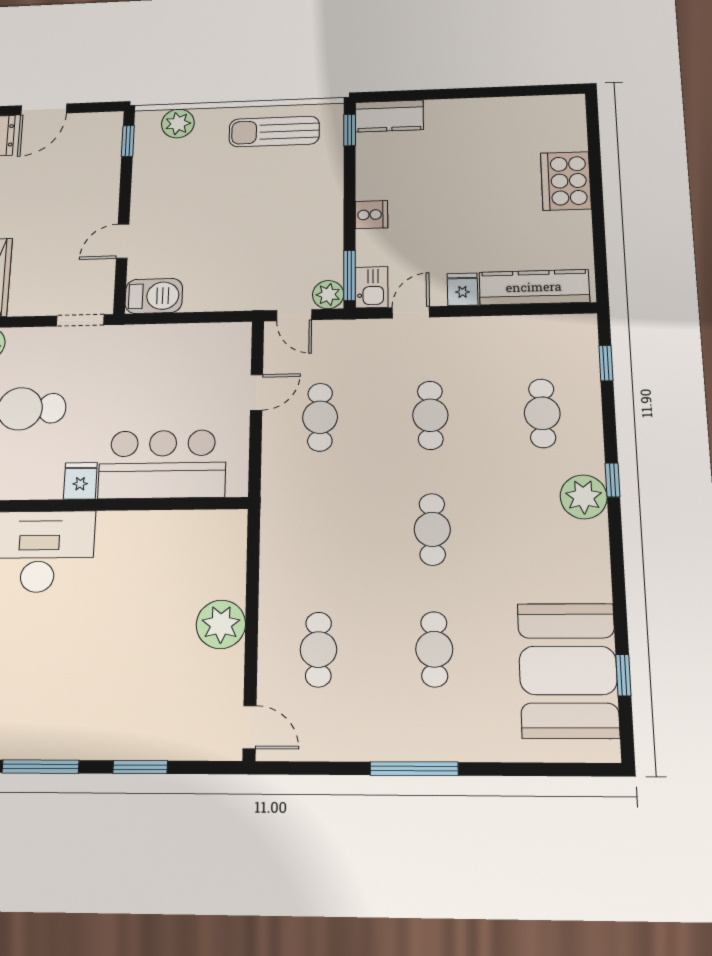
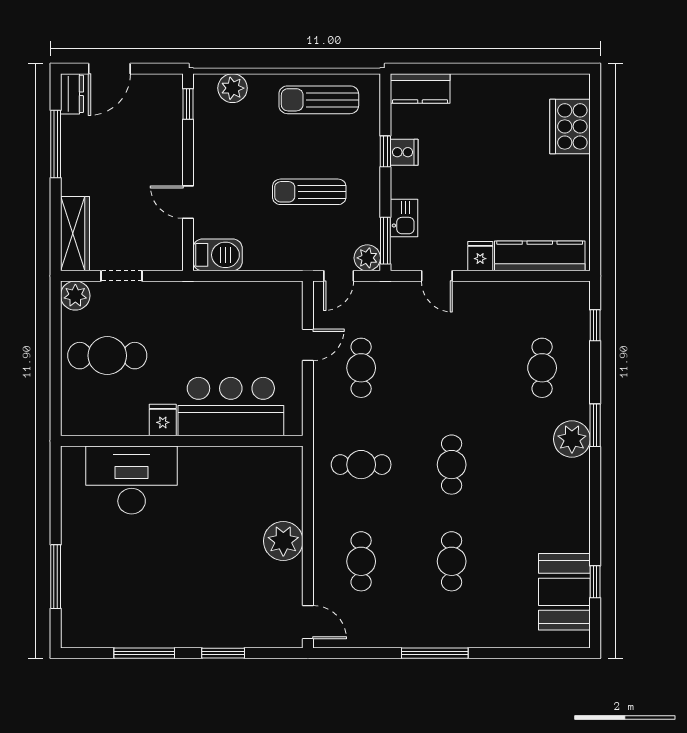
window: (350, 130) -> (385, 151), moved
cooker: (566, 181) -> (570, 126), moved
cooker: (371, 215) -> (404, 152), moved
sun lounger: (261, 226) -> (309, 192), added
door: (123, 241) -> (188, 202), hinge flipped
kitchen sink: (372, 287) -> (404, 218), moved
door: (411, 312) -> (437, 276), swing flipped
door: (294, 315) -> (339, 276), hinge flipped
doorway: (80, 320) -> (122, 276), moved
cafe table: (430, 415) -> (361, 465), moved, turned 90
window: (612, 480) -> (595, 425), width x1.50
booth: (568, 670) -> (564, 592), width x0.73, depth x0.70

